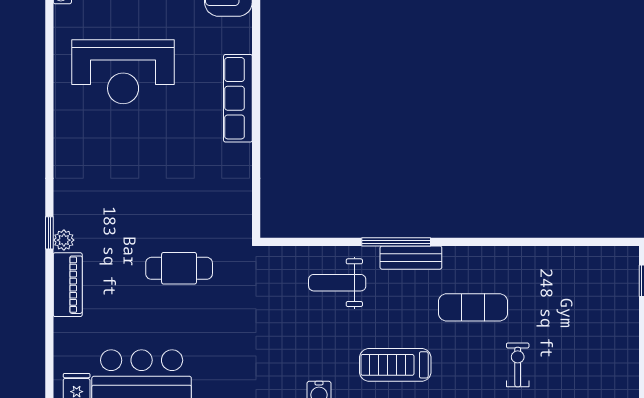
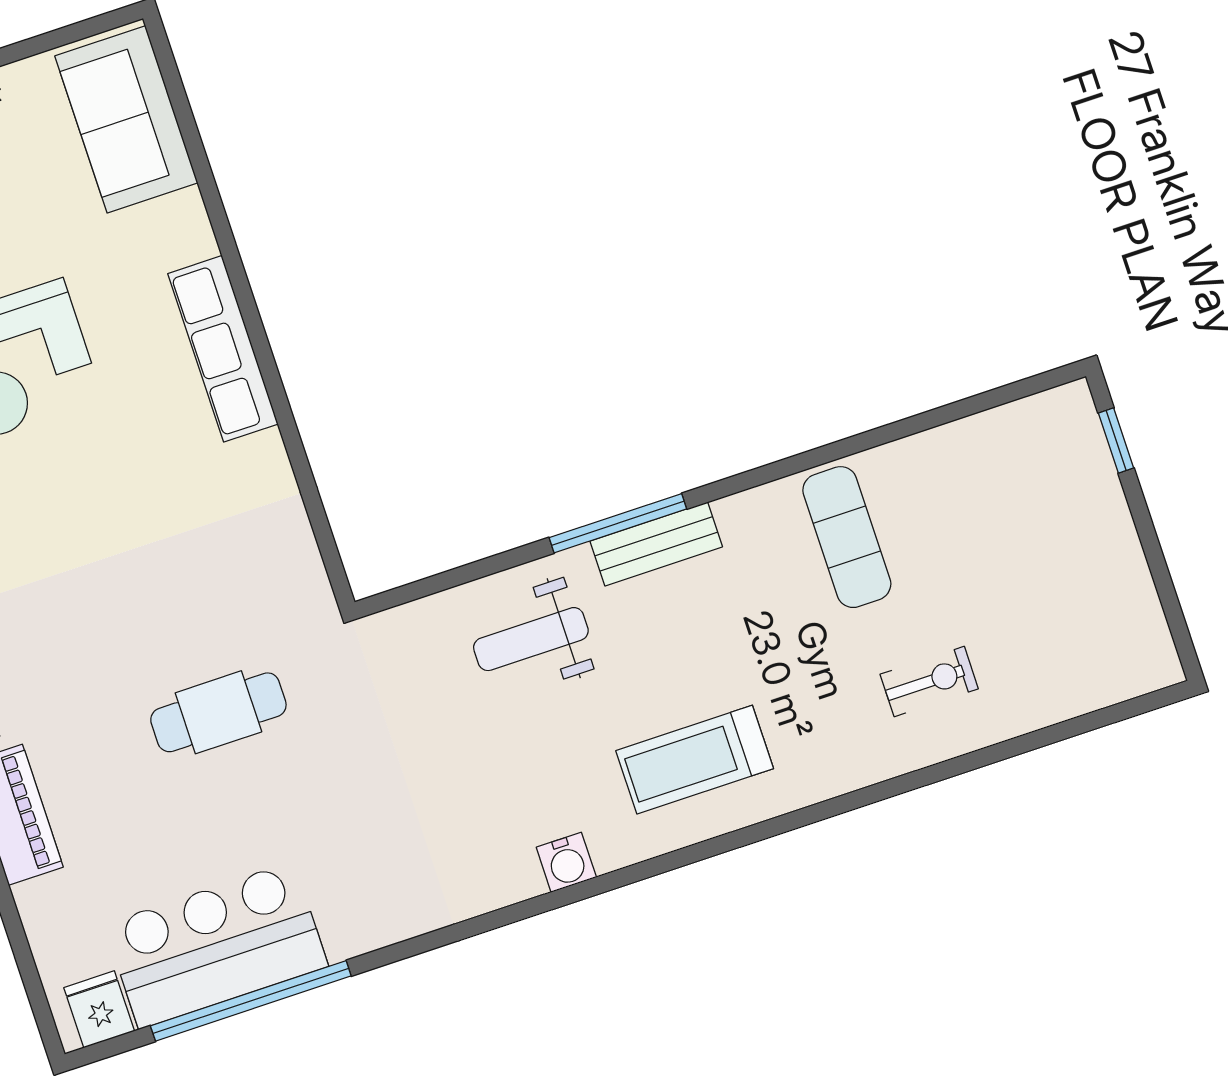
exercise mat: (473, 307) -> (847, 537), moved, turned 90
exercise bike: (518, 365) -> (929, 681), turned 90

